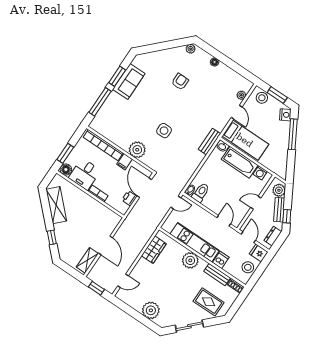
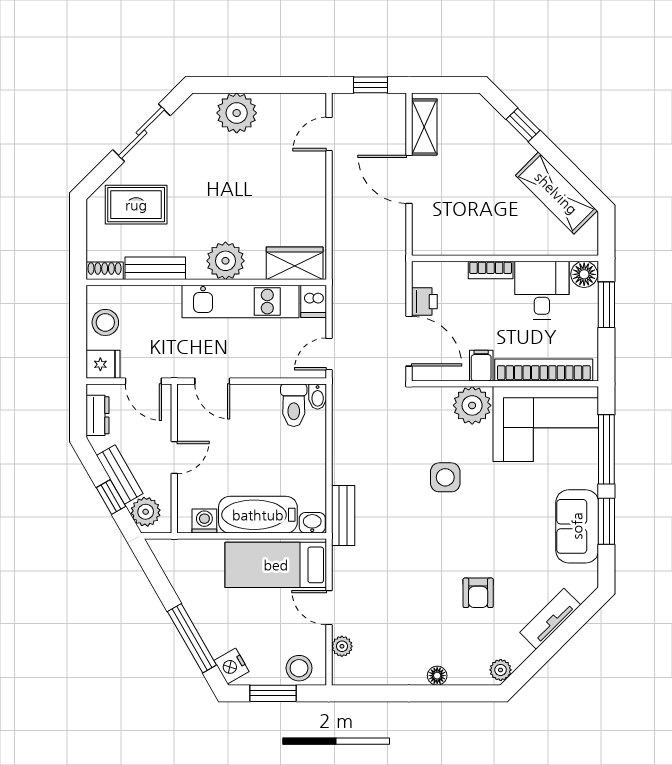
tv unit: (161, 55) -> (550, 619), added
corner sofa: (115, 125) -> (546, 424), added
window: (287, 216) -> (111, 497), moved
wardrobe: (154, 250) -> (295, 263), moved, turned 90
dishwasher: (221, 260) -> (314, 301), moved

